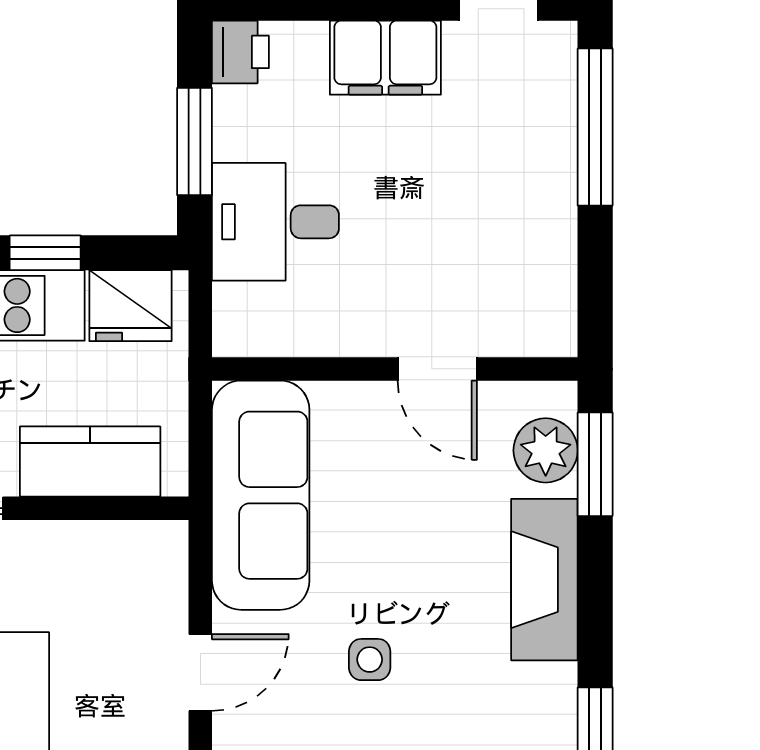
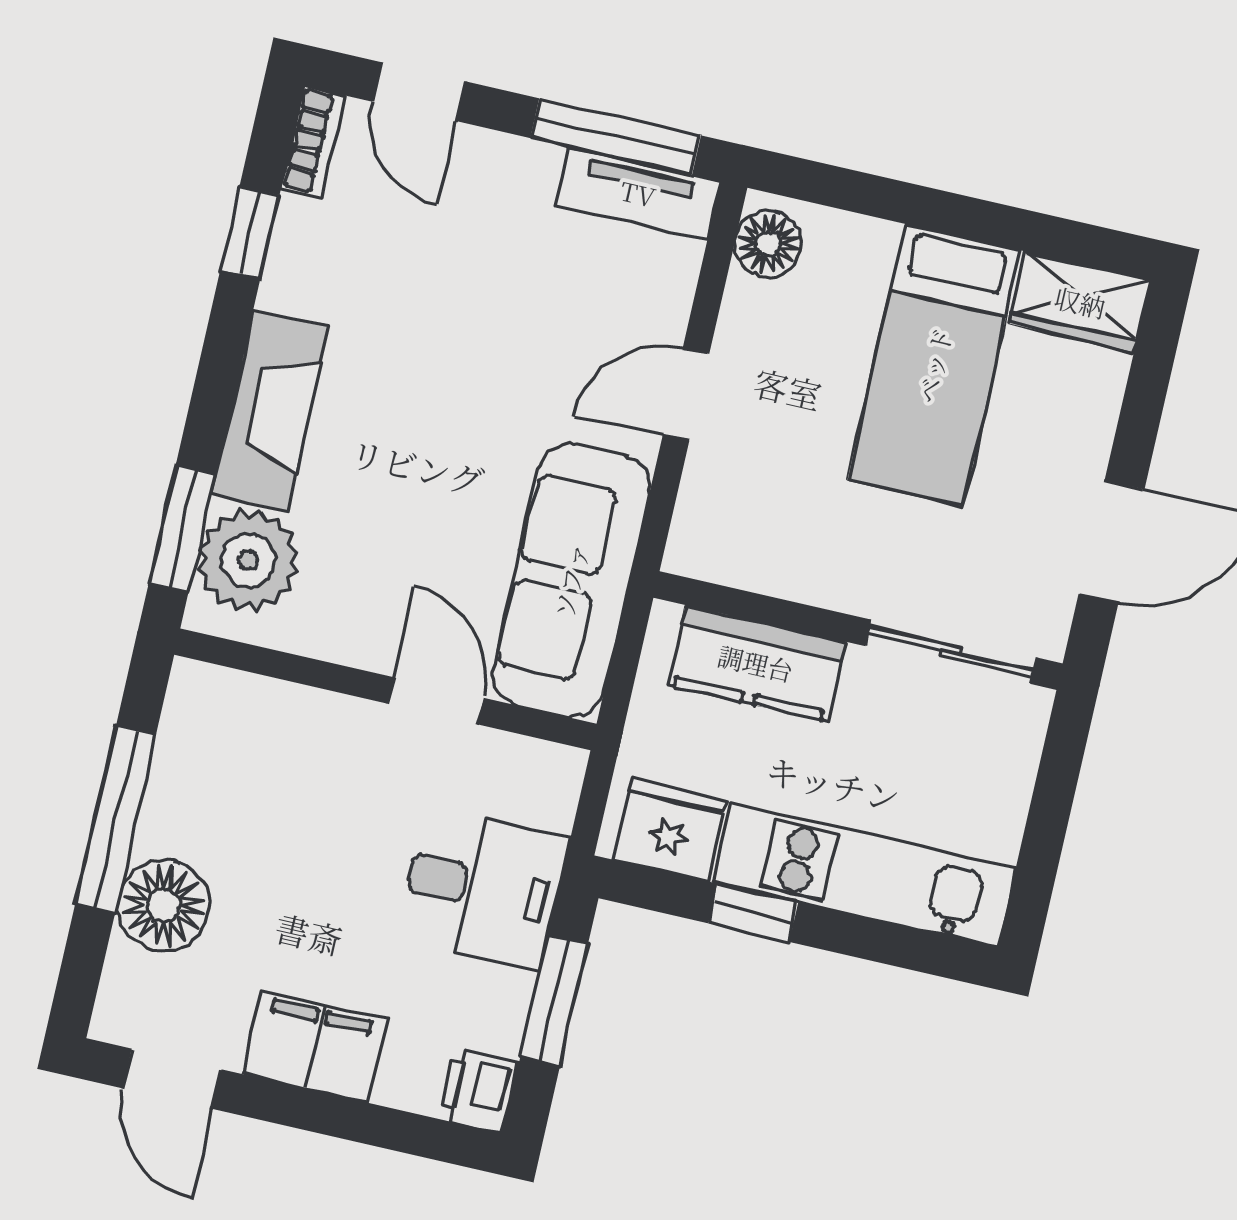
window: (595, 127) -> (115, 820), moved
floor lamp: (538, 146) -> (164, 905), added
door: (437, 369) -> (436, 701), moved
plant: (546, 450) -> (248, 560), width x1.36, depth x1.36
side table: (370, 660) -> (490, 365), removed

